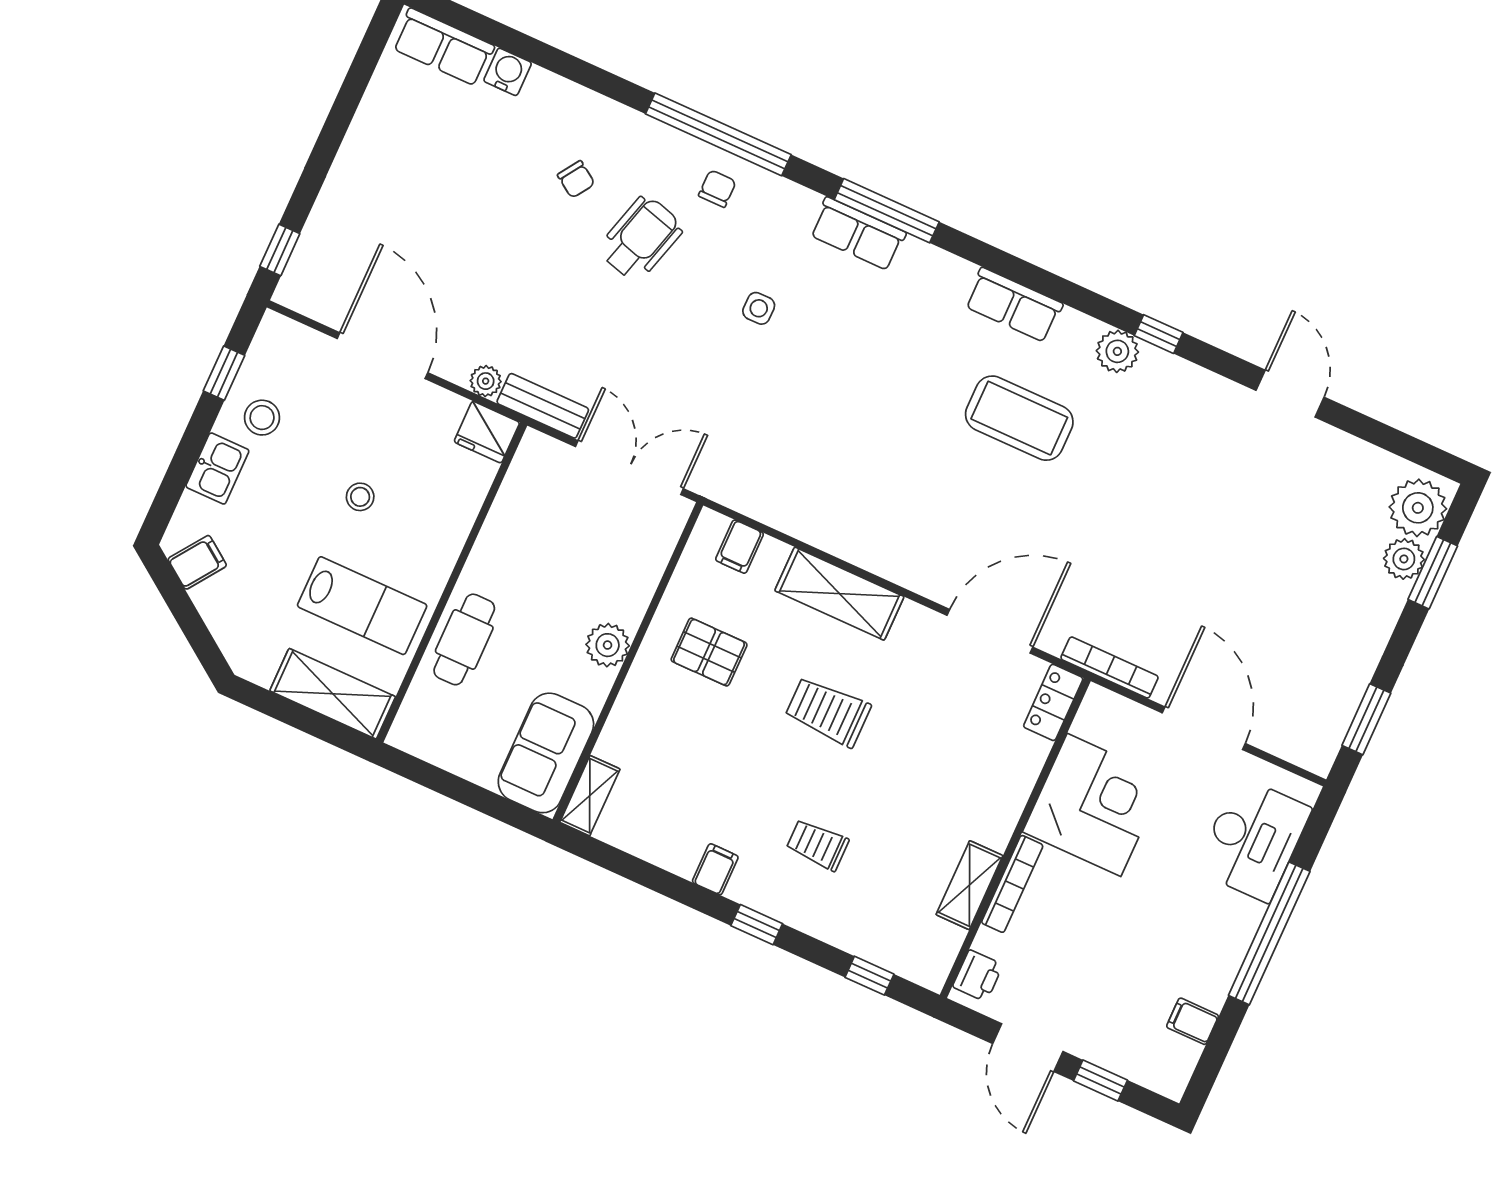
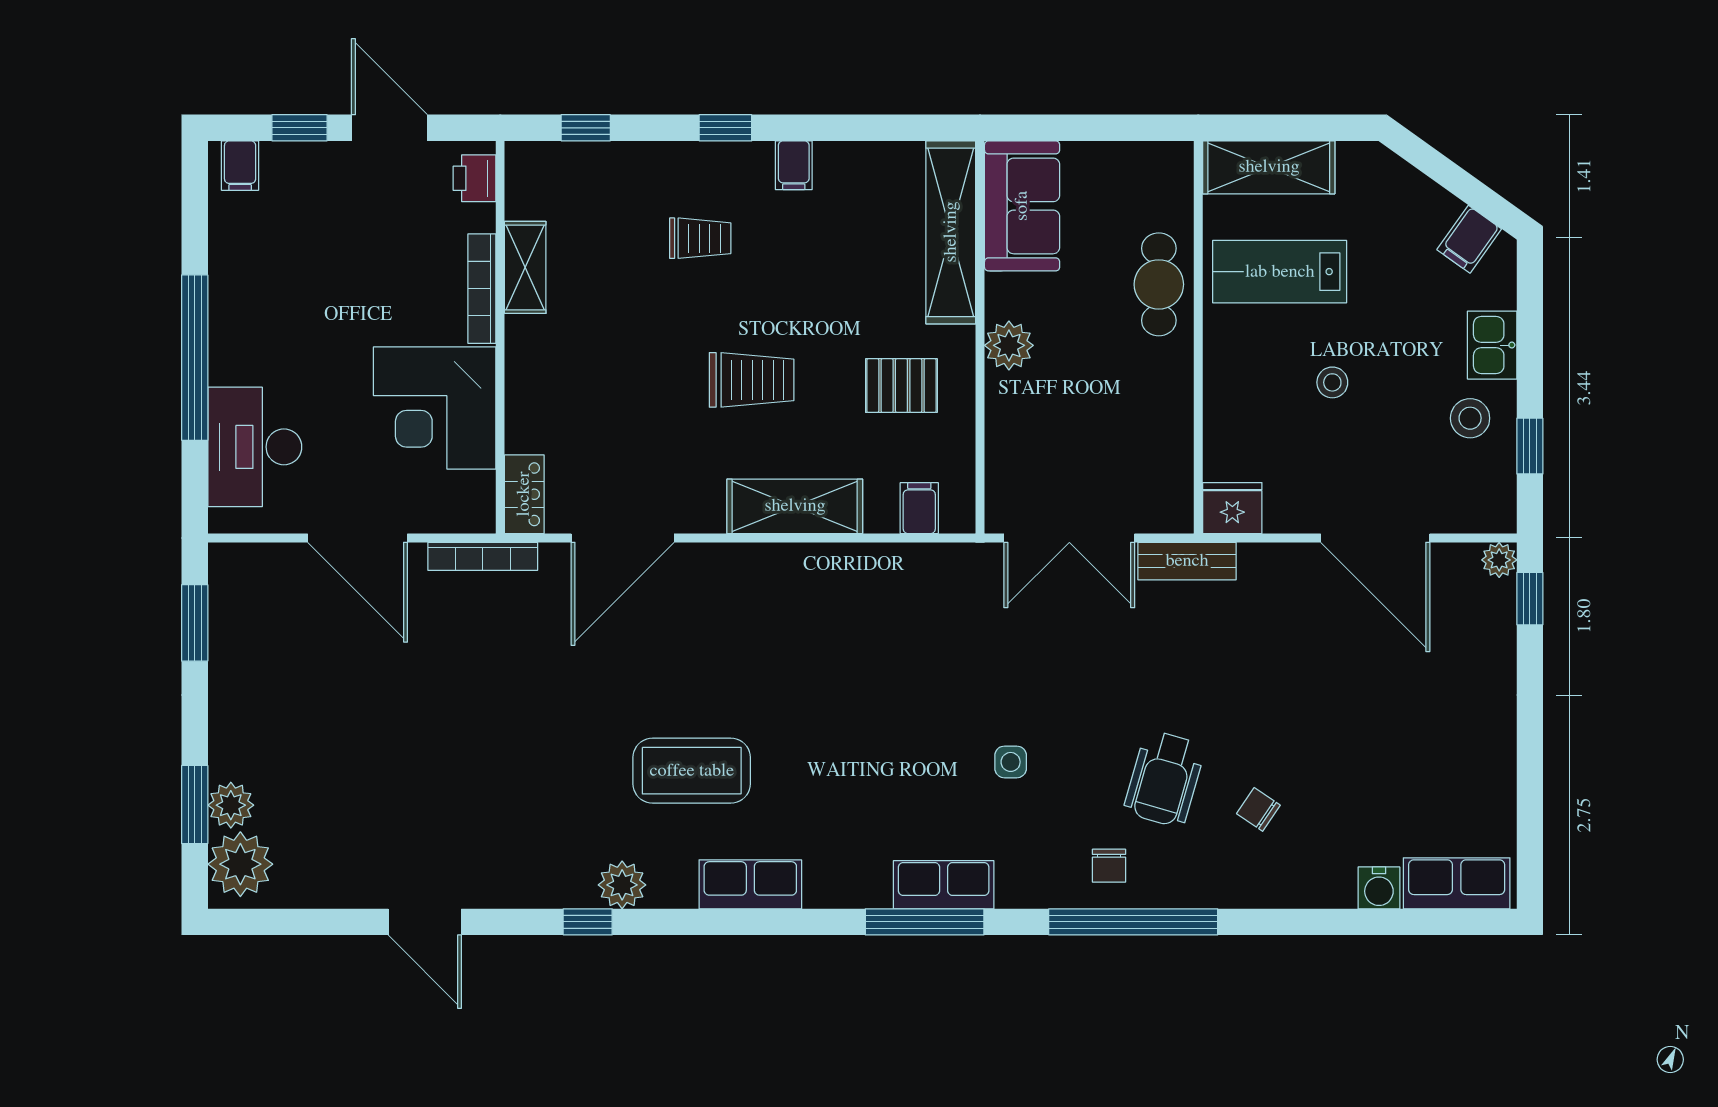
plant: (486, 381) -> (1499, 560), moved
shelving: (590, 796) -> (951, 232), width x2.20, depth x1.33
filing cabinet: (1193, 1021) -> (240, 166), moved, turned 90

